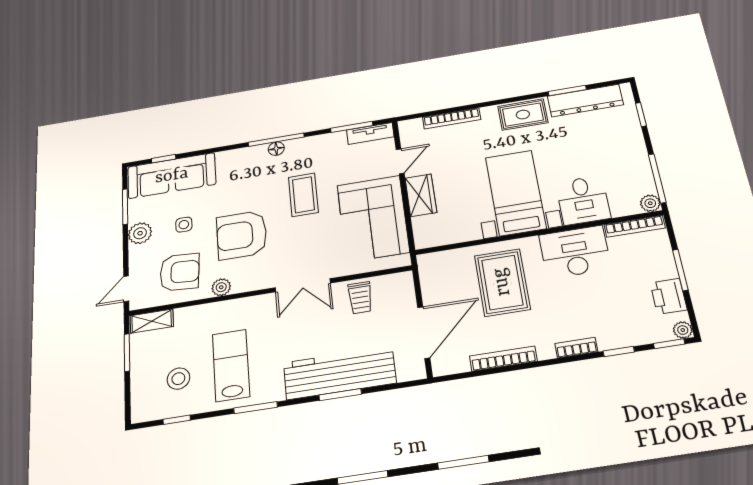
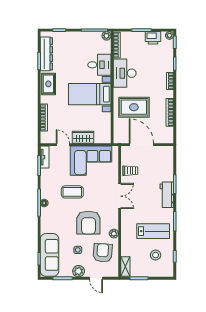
door: (126, 289) -> (96, 278), moved
door: (424, 332) -> (141, 145), moved
lab bench: (231, 365) -> (153, 231), turned 180
workbench: (339, 373) -> (167, 195), width x0.53, depth x0.76

